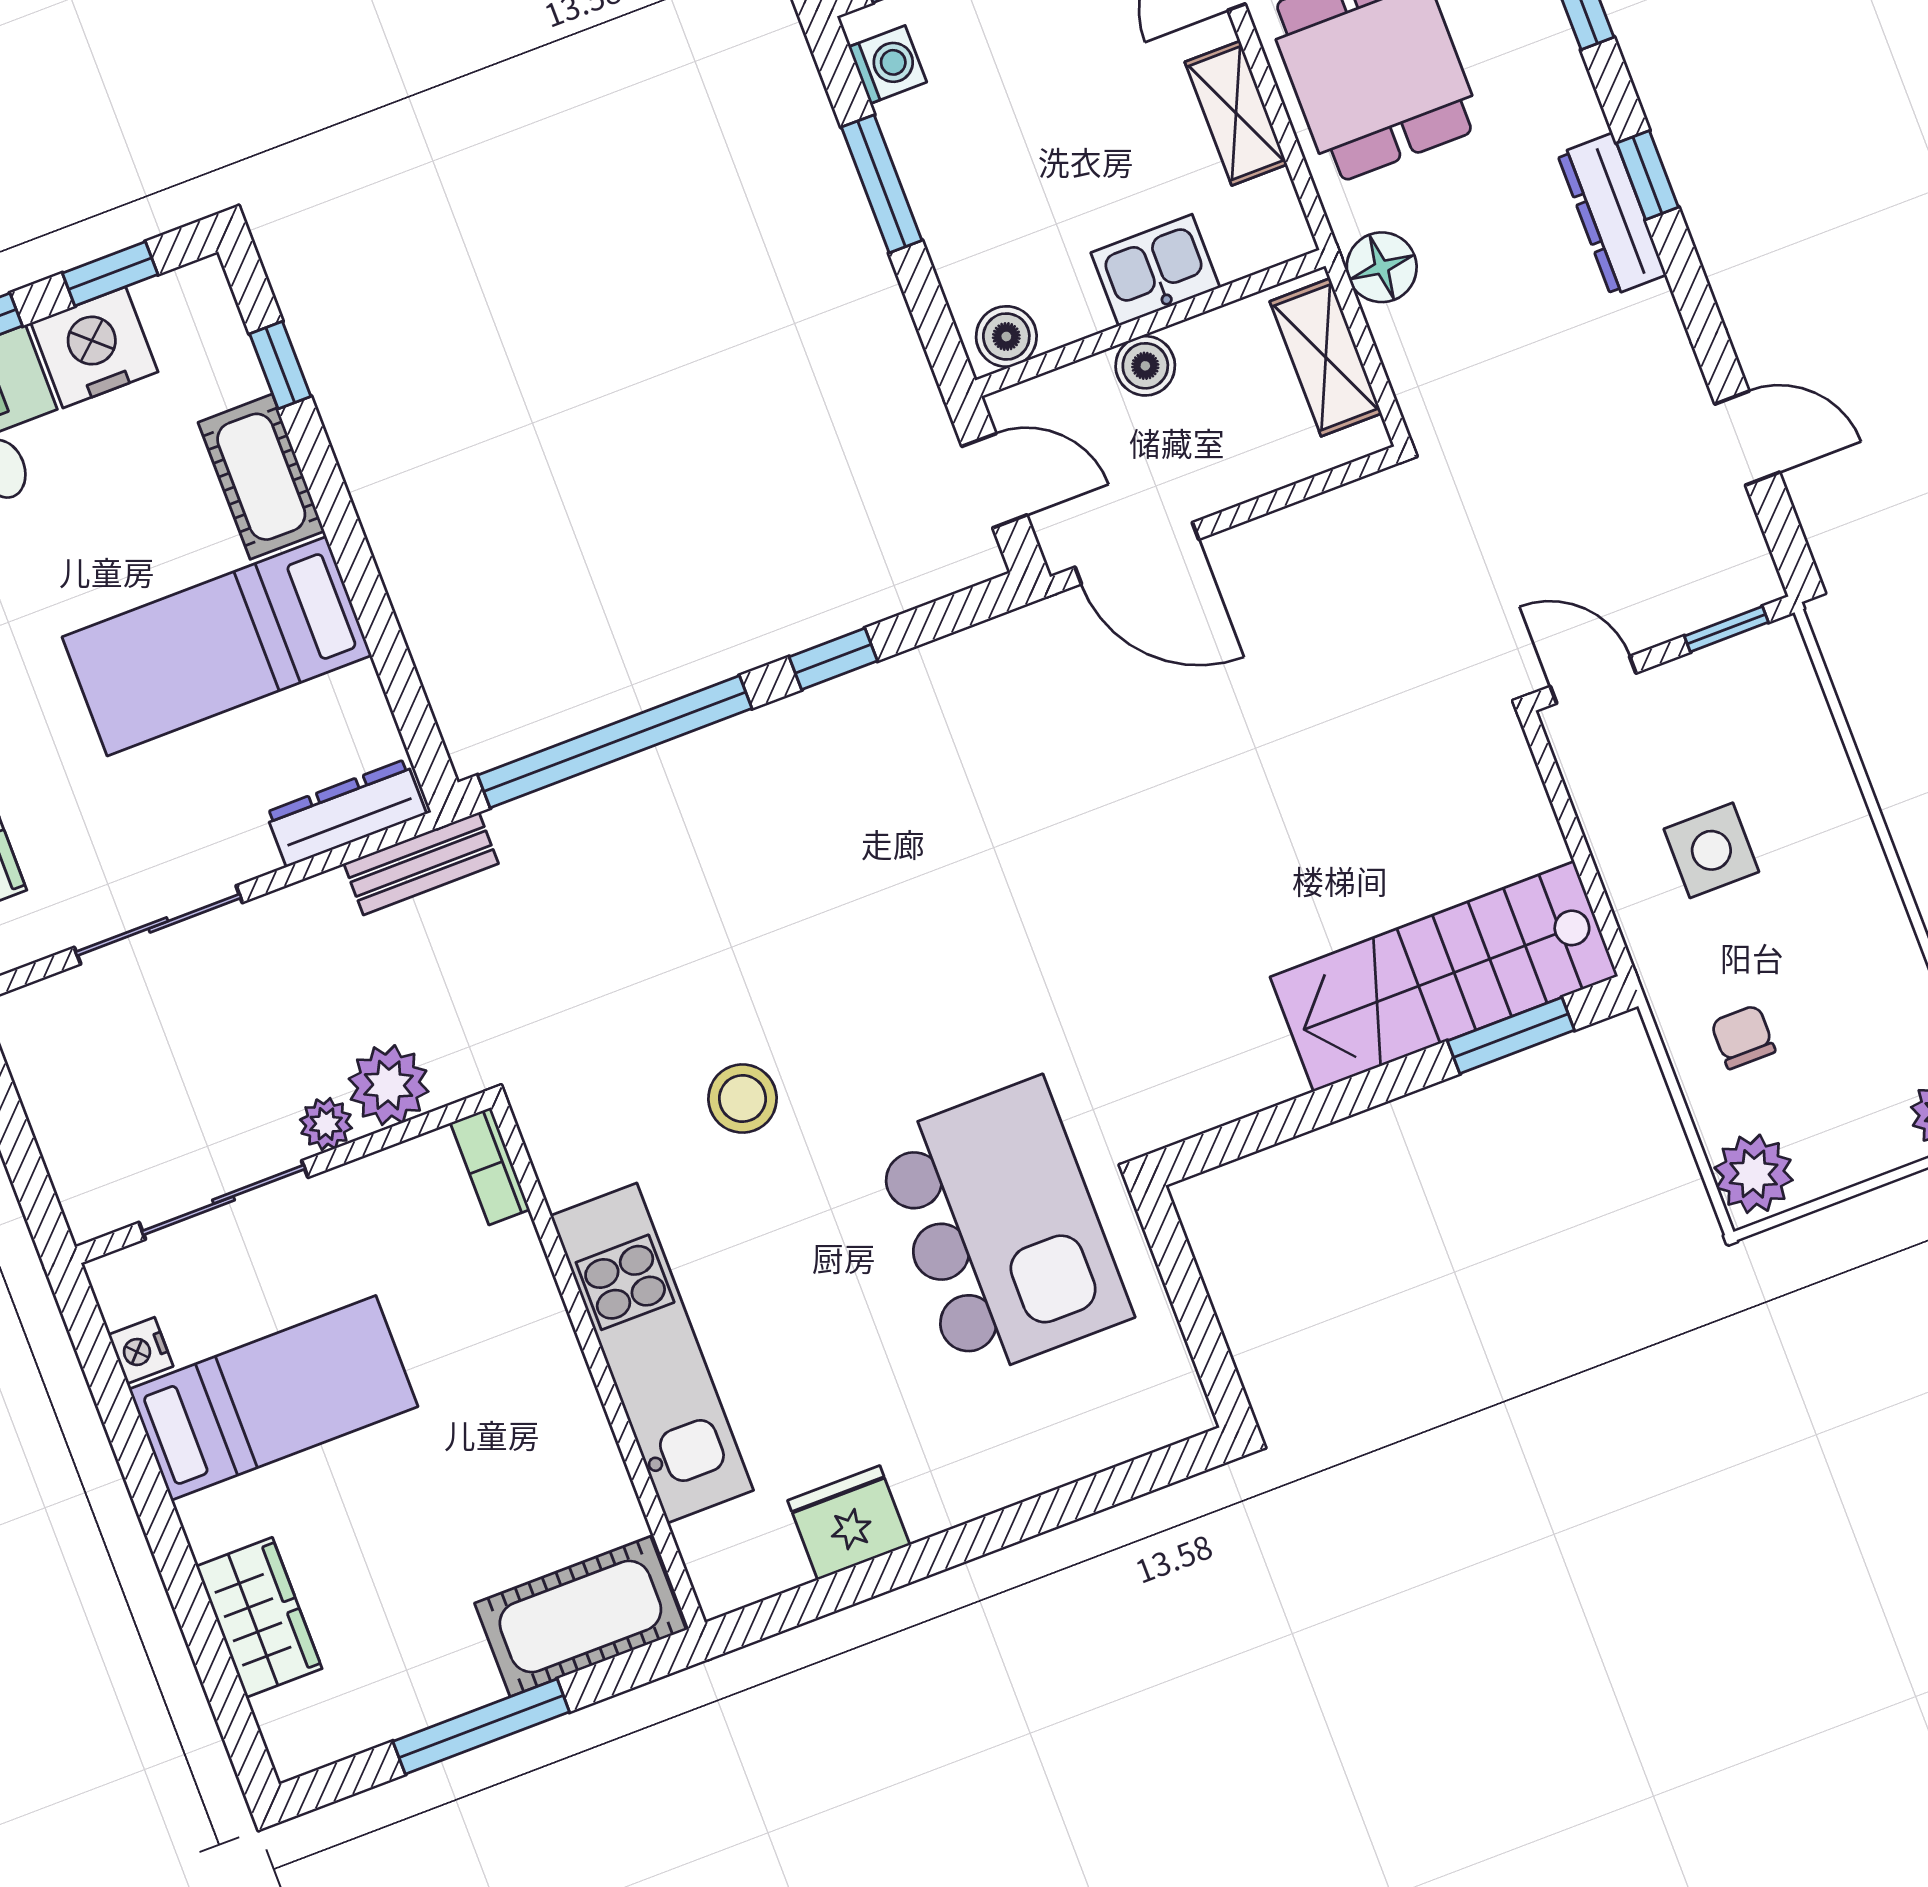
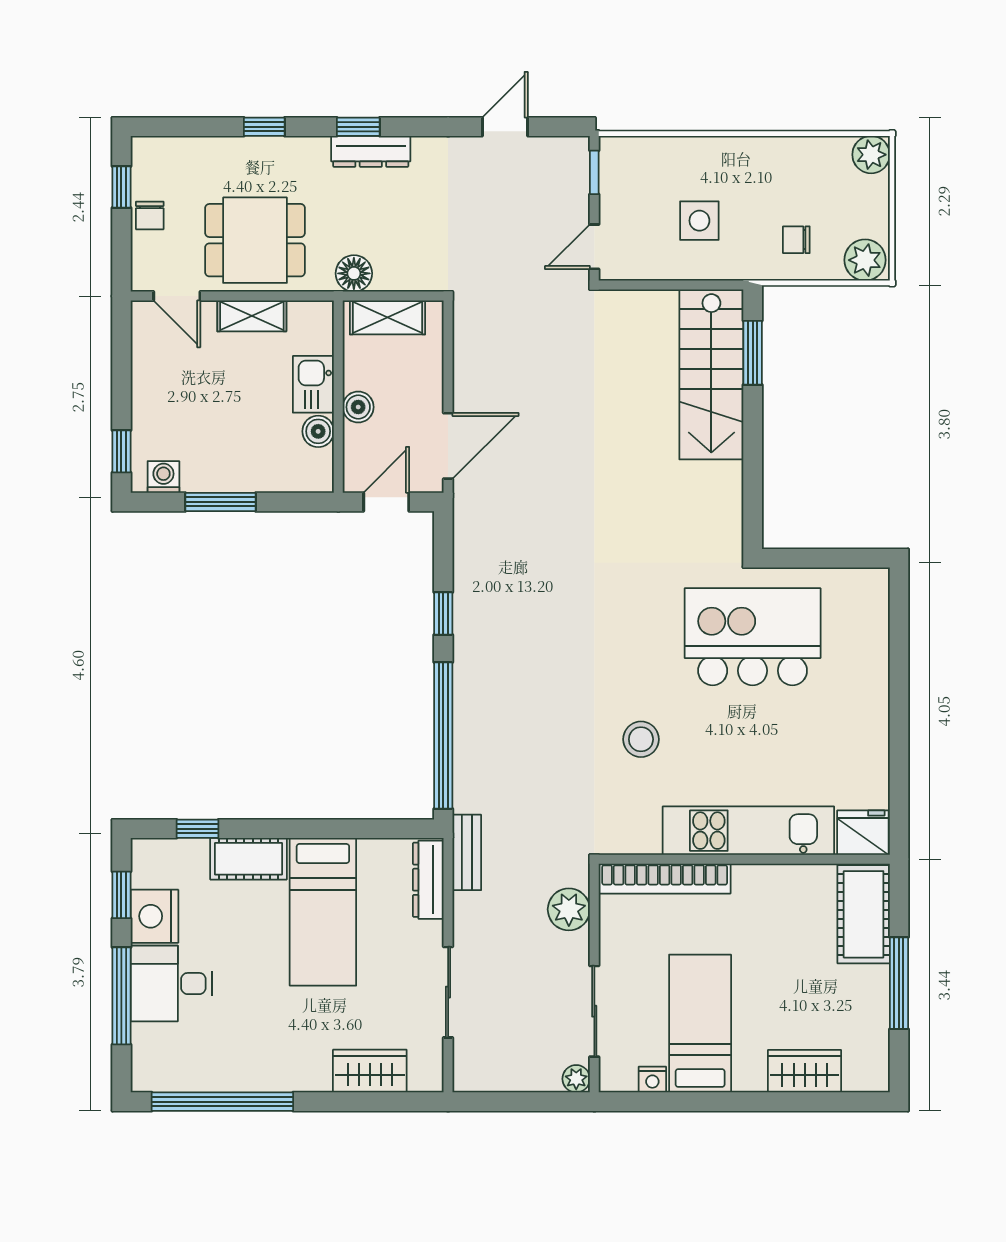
boiler: (1006, 336) -> (318, 431), moved
plant: (326, 1124) -> (576, 1079), moved
bookcase: (490, 1166) -> (665, 879), width x2.31, depth x1.31
fridge: (849, 1523) -> (863, 833), moved, turned 90

